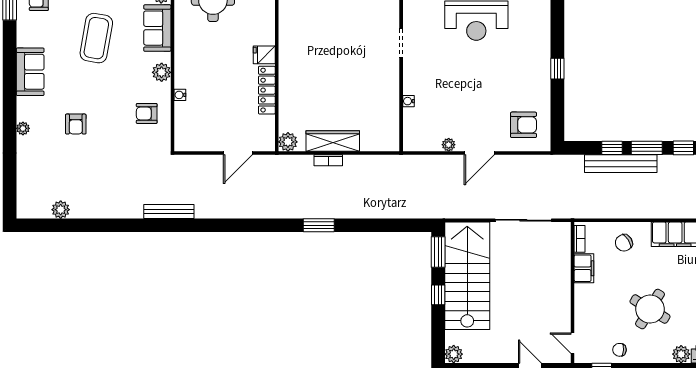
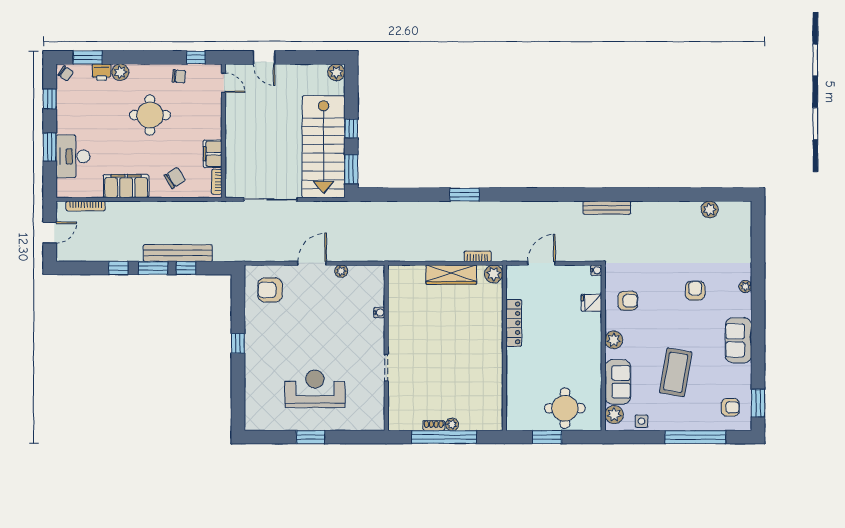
fridge: (264, 55) -> (591, 303), moved, turned 180
water cooler: (180, 95) -> (596, 270), moved
bookcase: (328, 160) -> (478, 256), moved
round table: (650, 309) -> (150, 115), turned -31

